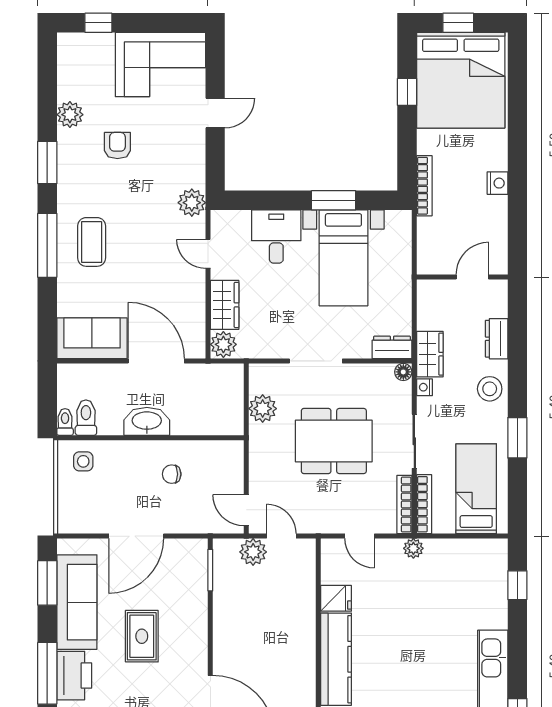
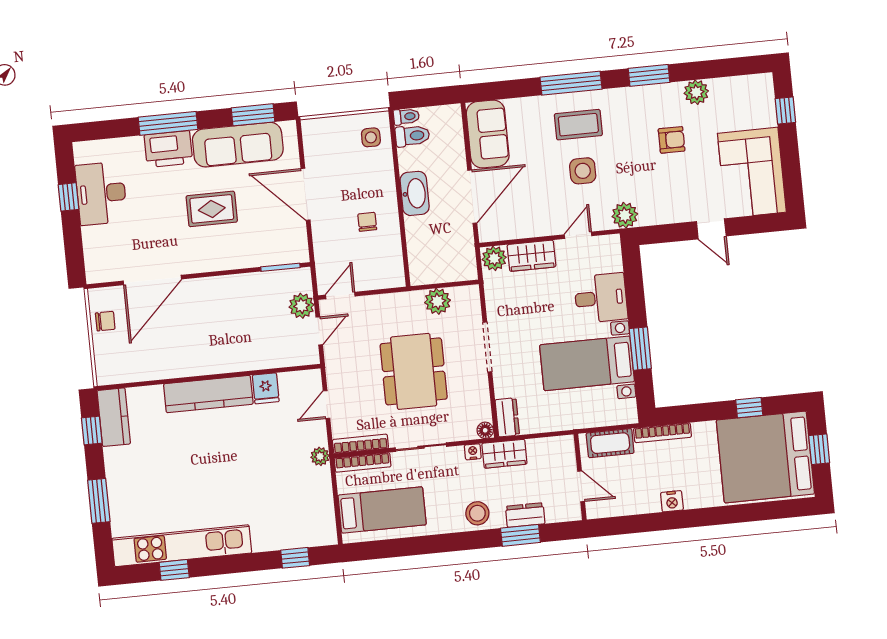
side table: (141, 242) -> (583, 171), added
cot: (430, 242) -> (610, 443), added
window: (517, 438) -> (520, 535), moved

